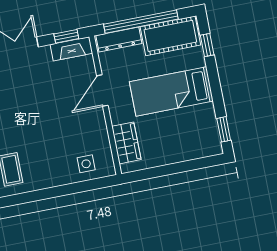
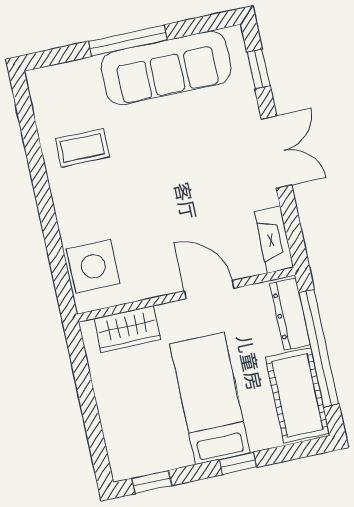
window: (66, 36) -> (294, 231), removed
window: (207, 45) -> (238, 463), moved
side table: (86, 164) -> (93, 266), width x1.87, depth x1.87

